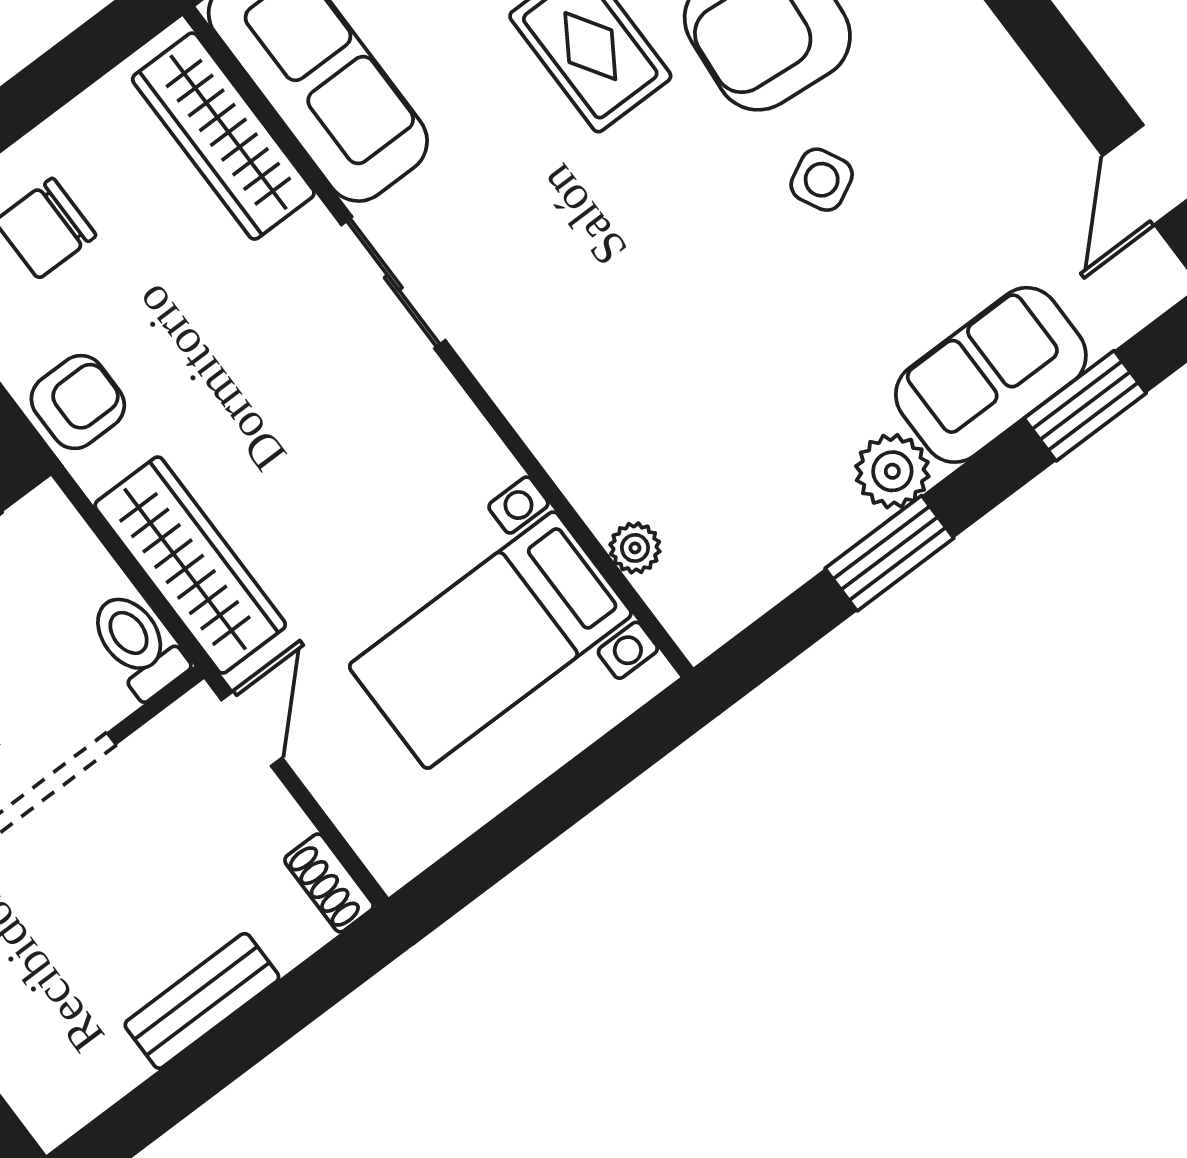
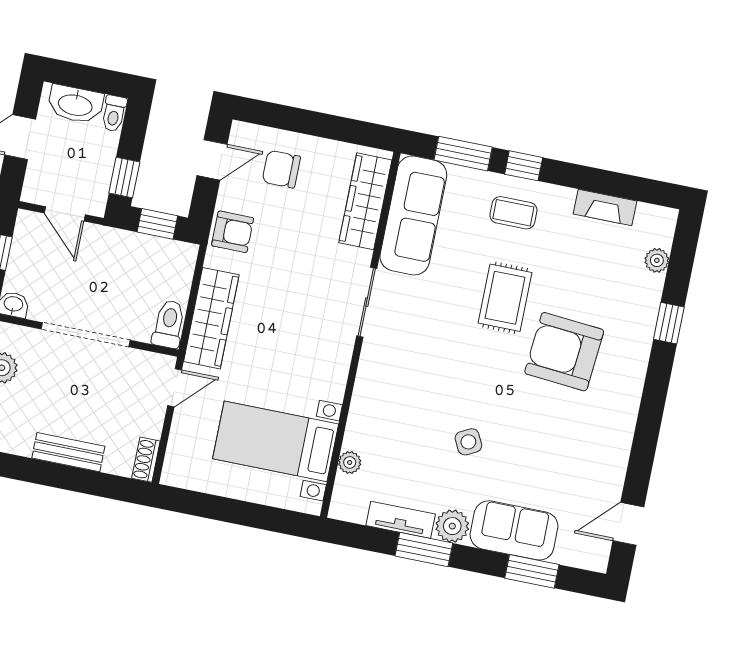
side table: (822, 180) -> (468, 442), moved
tv unit: (806, 548) -> (401, 520), added

